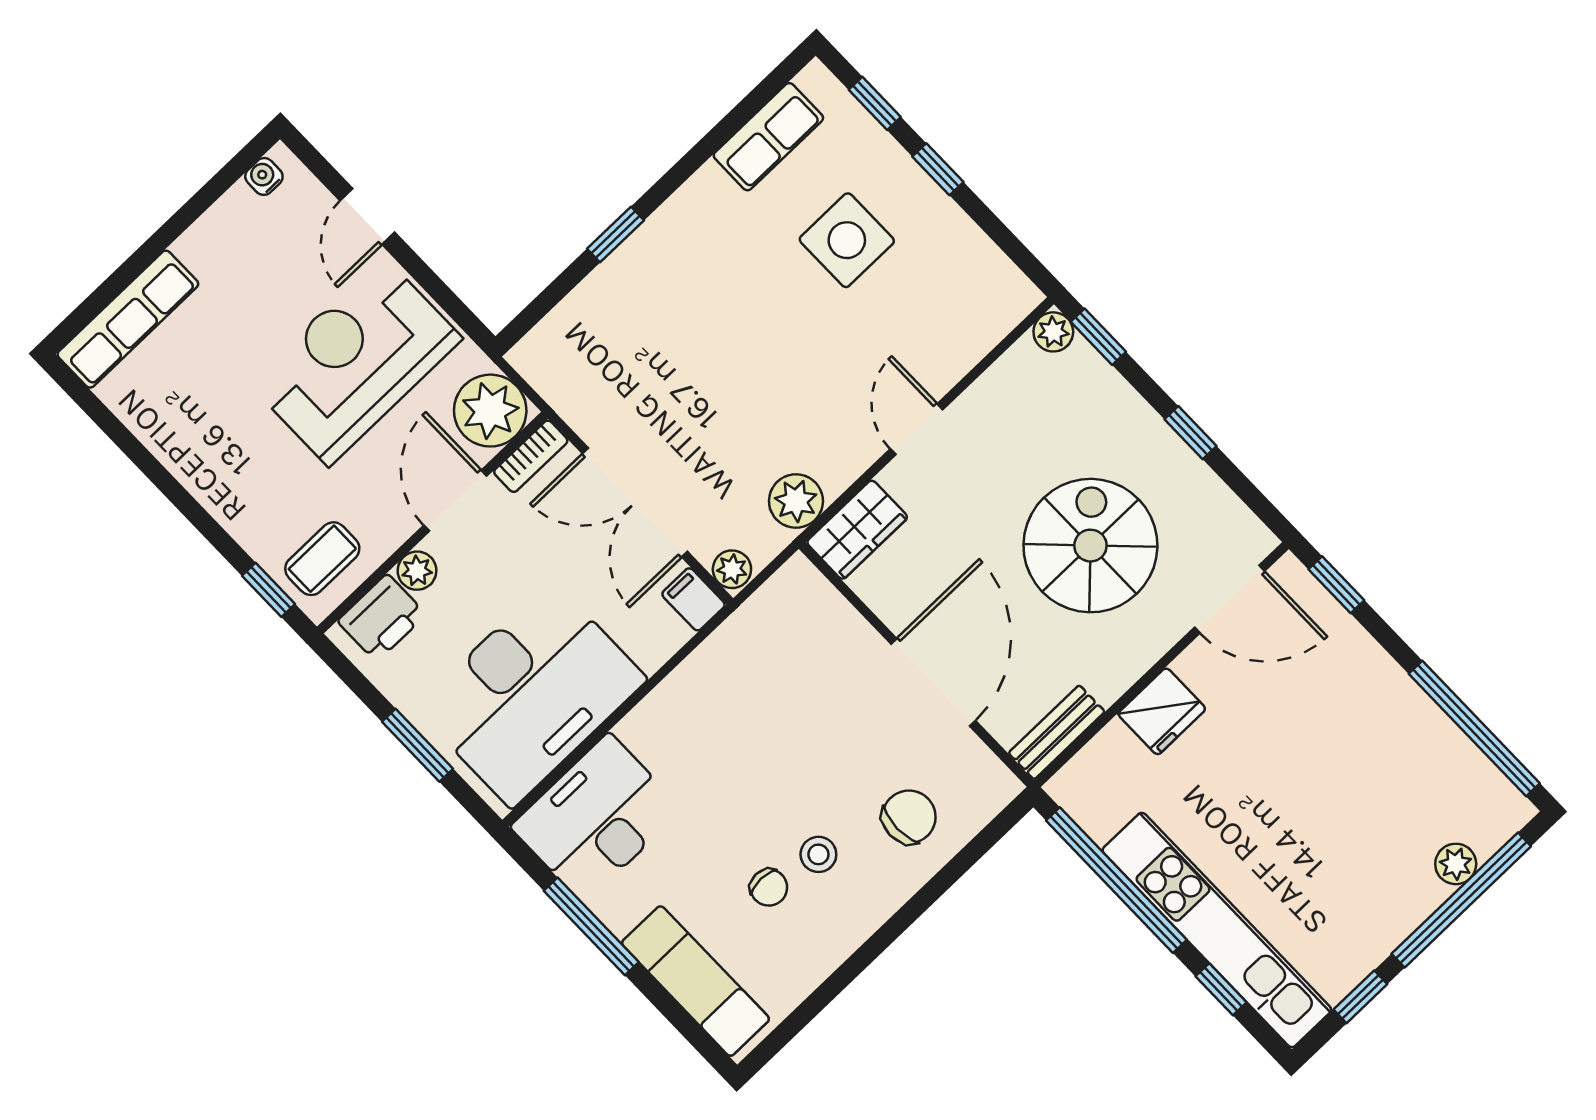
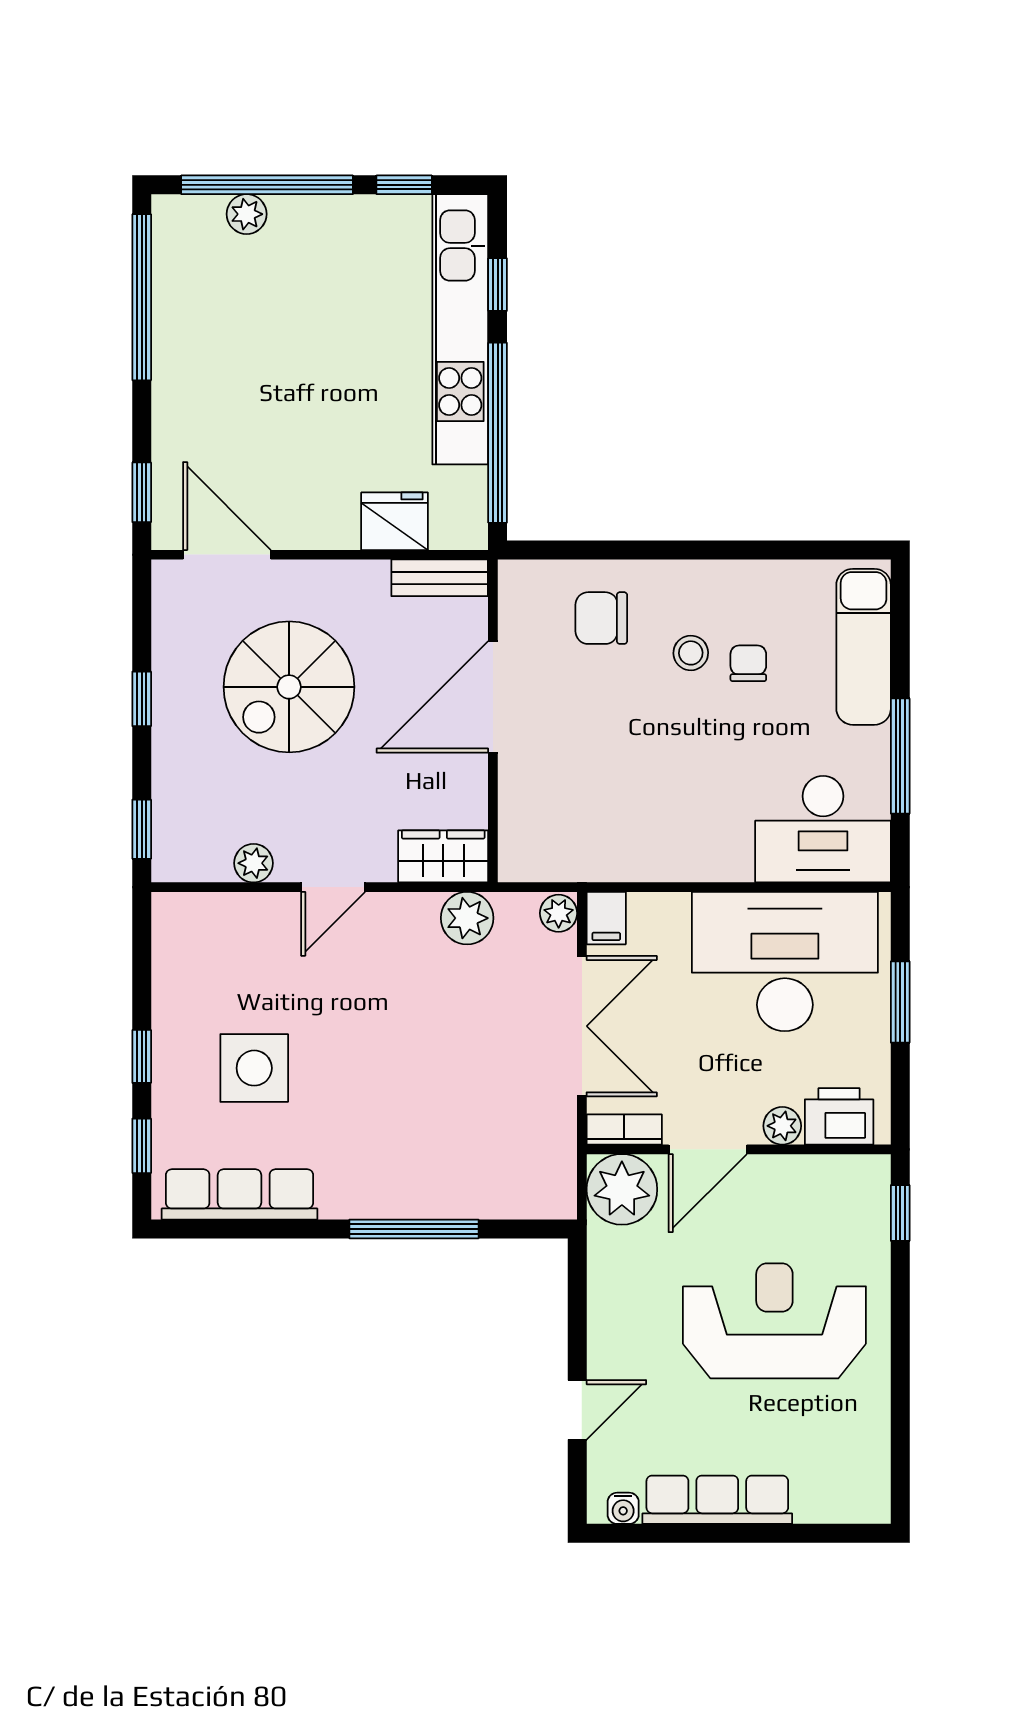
row of seats: (768, 137) -> (239, 1194), width x1.48
window: (615, 234) -> (414, 1229), width x2.17
row of seats: (128, 319) -> (717, 1500), moved
plant: (1053, 332) -> (253, 863), moved
reception desk: (356, 361) -> (774, 1321), moved, turned 180
coffee table: (322, 559) -> (841, 1199), removed
fridge: (1162, 711) -> (395, 521), moved

